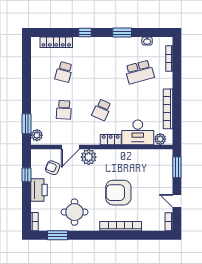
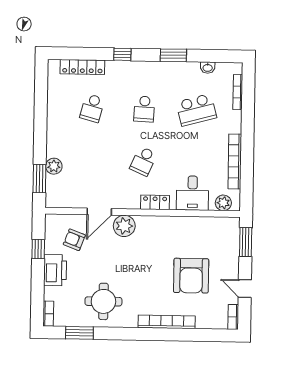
school desk: (64, 110) -> (144, 109), moved
desk: (138, 132) -> (193, 193), width x0.73
plant: (37, 135) -> (54, 166), moved
armchair: (118, 193) -> (191, 276), moved, turned -90

